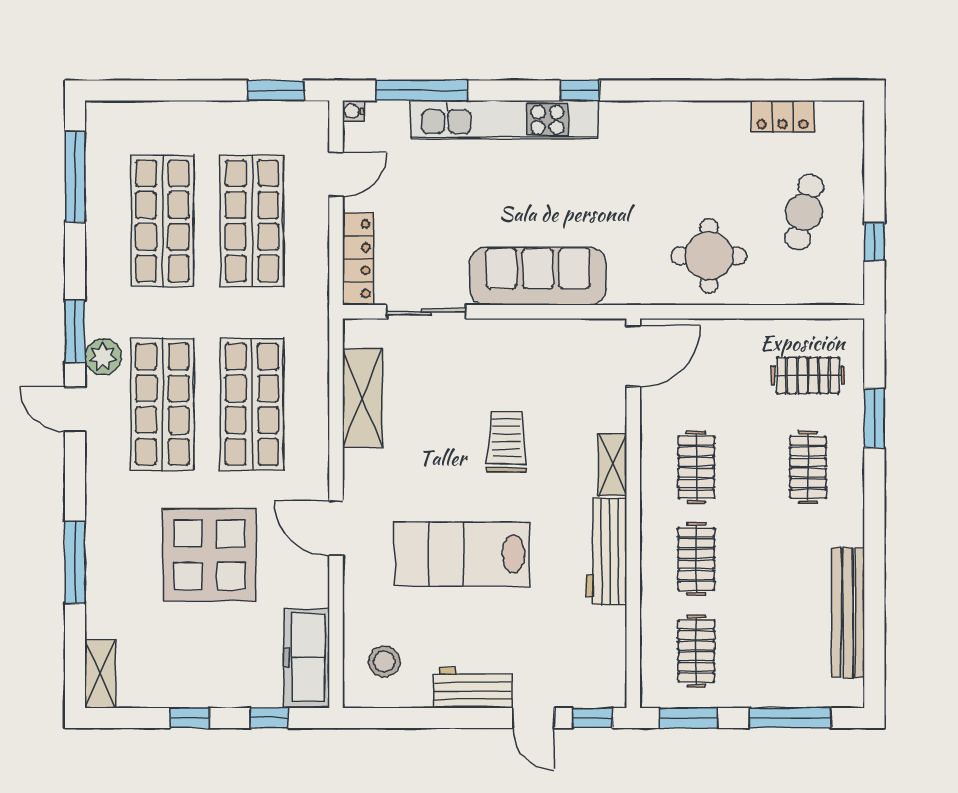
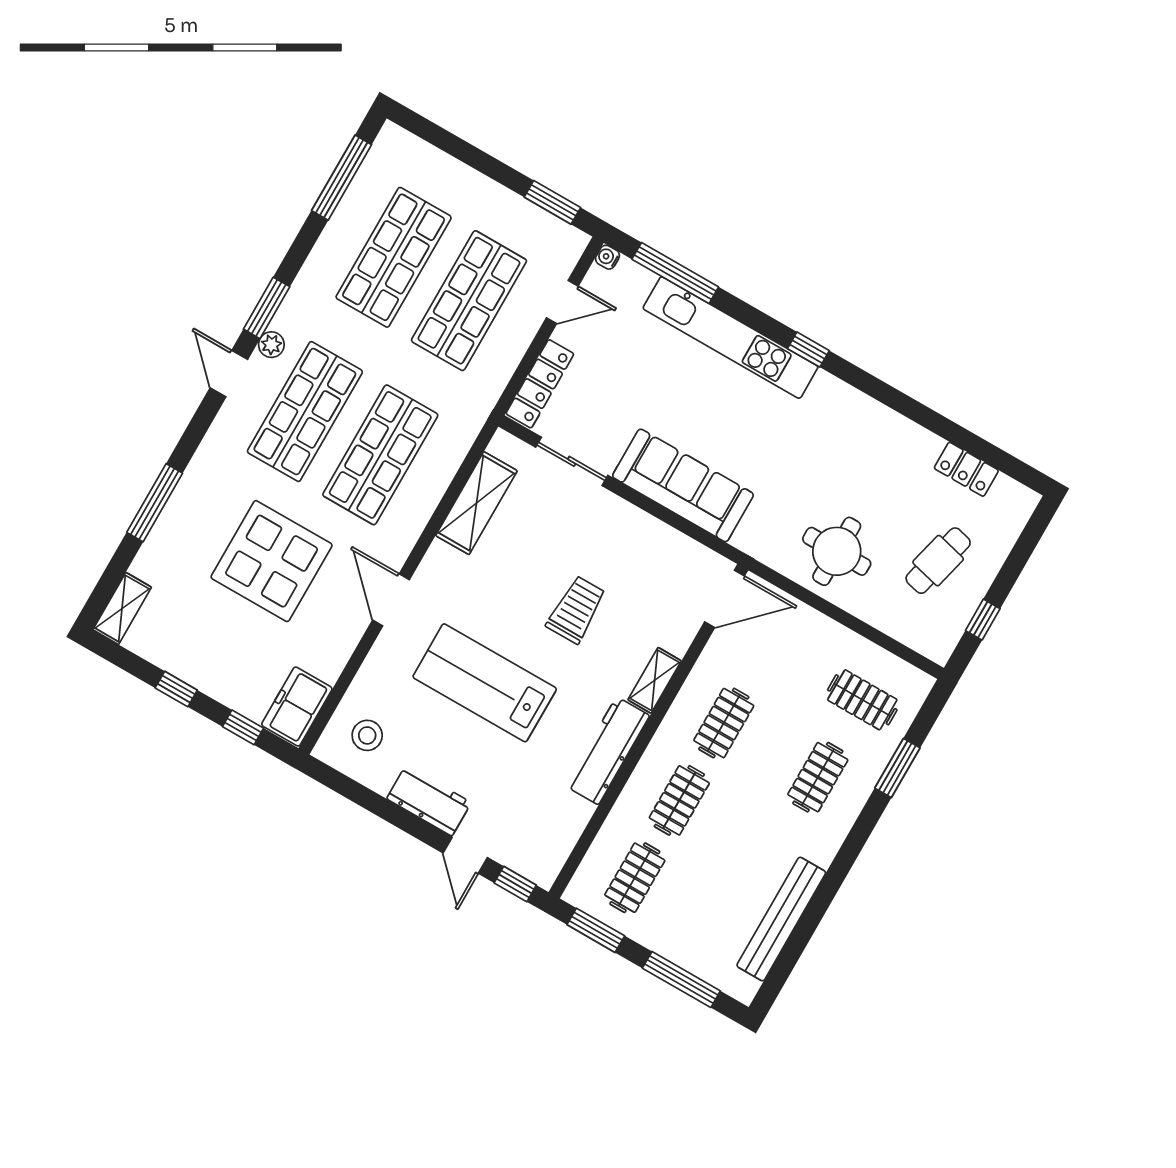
plant: (103, 357) -> (271, 345), width x0.73, depth x0.73
freezer: (307, 658) -> (297, 707), width x0.71

